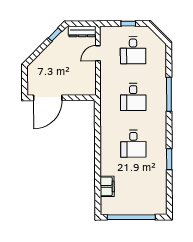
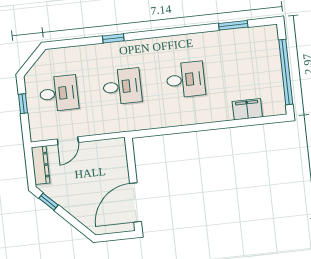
door: (98, 53) -> (68, 141), hinge flipped
window: (169, 94) -> (113, 38), width x0.46
door: (48, 98) -> (135, 203), swing flipped
window: (169, 159) -> (233, 25), moved

